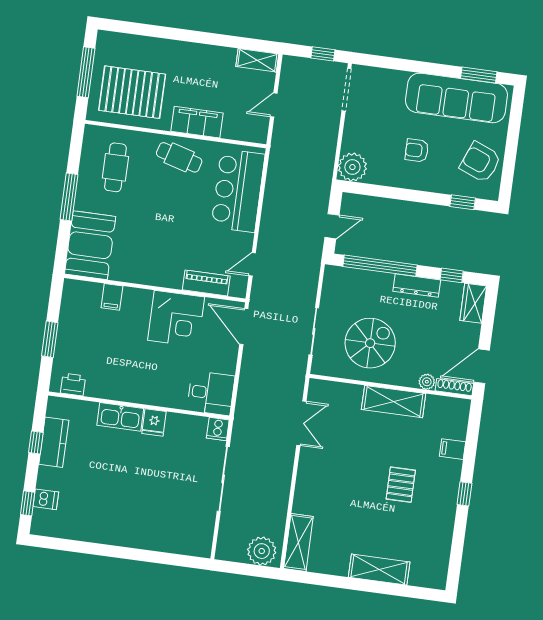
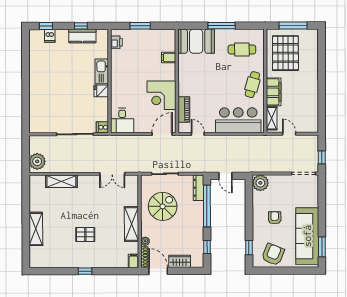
shelving: (257, 60) -> (272, 118), moved
dresser: (417, 286) -> (199, 188), moved
wardrobe: (473, 303) -> (180, 261), moved
spiral stairs: (370, 343) -> (163, 206), turned -90
filing cabinet: (453, 449) -> (133, 261), moved
shelving: (298, 542) -> (61, 181), moved

